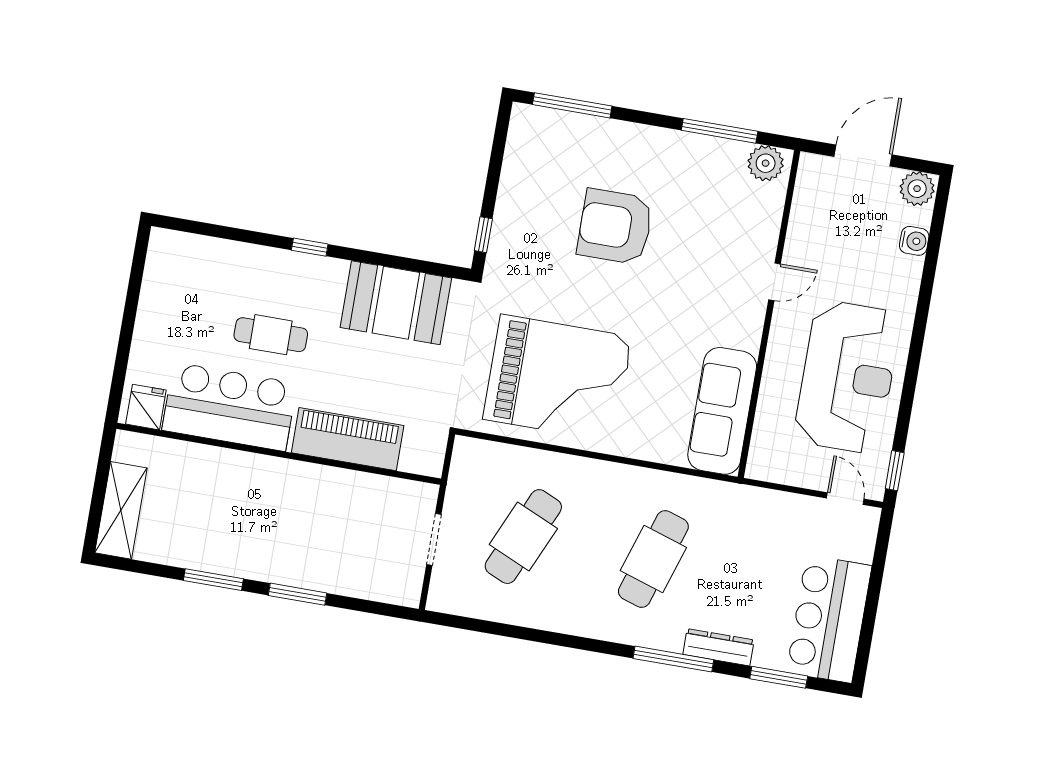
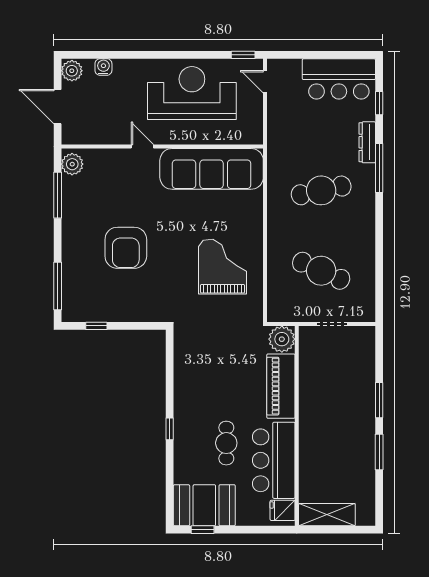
window: (483, 235) -> (96, 326), moved
window: (137, 272) -> (203, 530), added
booth: (396, 303) -> (204, 505), moved, turned 90
grand piano: (558, 378) -> (222, 267), width x0.73, depth x0.68
sofa: (722, 411) -> (212, 169), width x1.36, depth x1.27
plant: (424, 454) -> (282, 339), added
door: (845, 499) -> (265, 82), hinge flipped
shelving: (121, 510) -> (327, 515), moved
cafe table: (653, 559) -> (321, 190), turned -30
window: (779, 677) -> (379, 103), width x0.67

